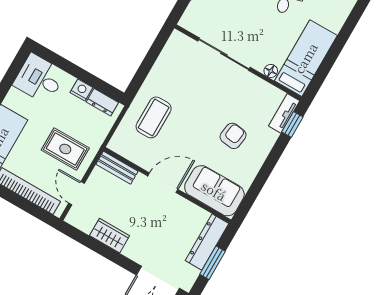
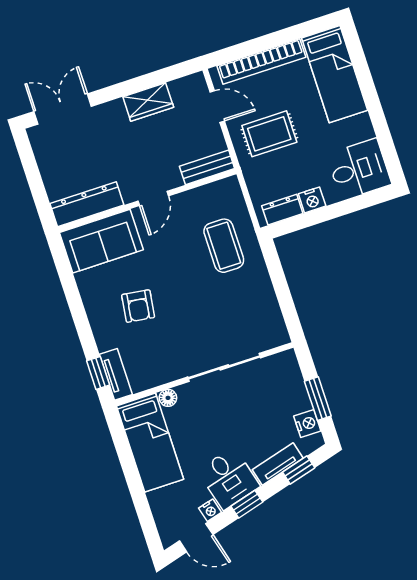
door: (163, 183) -> (153, 198), width x0.73
dresser: (207, 242) -> (87, 204), moved, turned -90
window: (213, 263) -> (34, 178), removed

